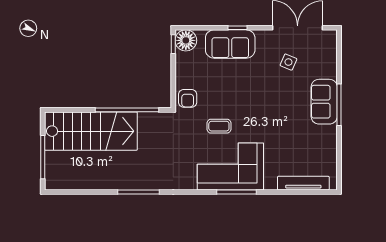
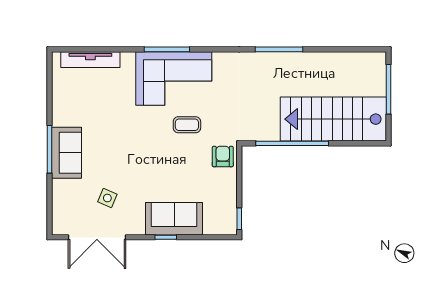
floor lamp: (186, 40) -> (225, 223), removed

